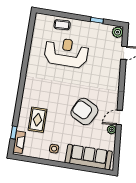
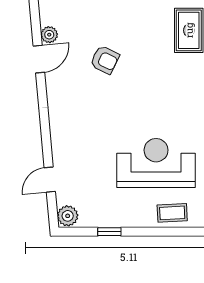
reception desk: (66, 52) -> (156, 163), turned 180
armchair: (84, 111) -> (105, 60), width x0.53, depth x0.53

